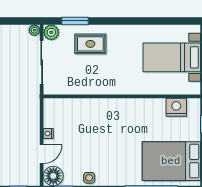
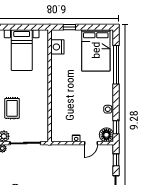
door: (42, 154) -> (91, 143), swing flipped

